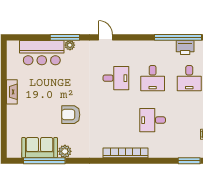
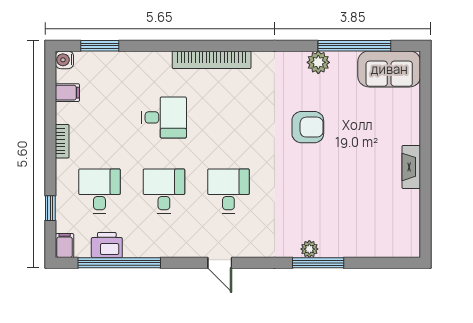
door: (106, 37) -> (220, 263), moved
bar counter: (42, 53) -> (359, 236), removed
desk: (116, 78) -> (228, 191), turned 90
sofa: (40, 148) -> (389, 69), moved

